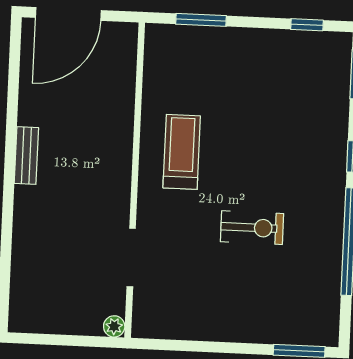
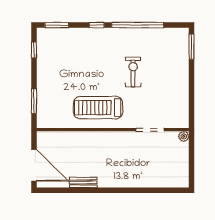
treadmill: (182, 152) -> (98, 108), width x1.37, depth x1.38
bench: (26, 156) -> (83, 182), moved

